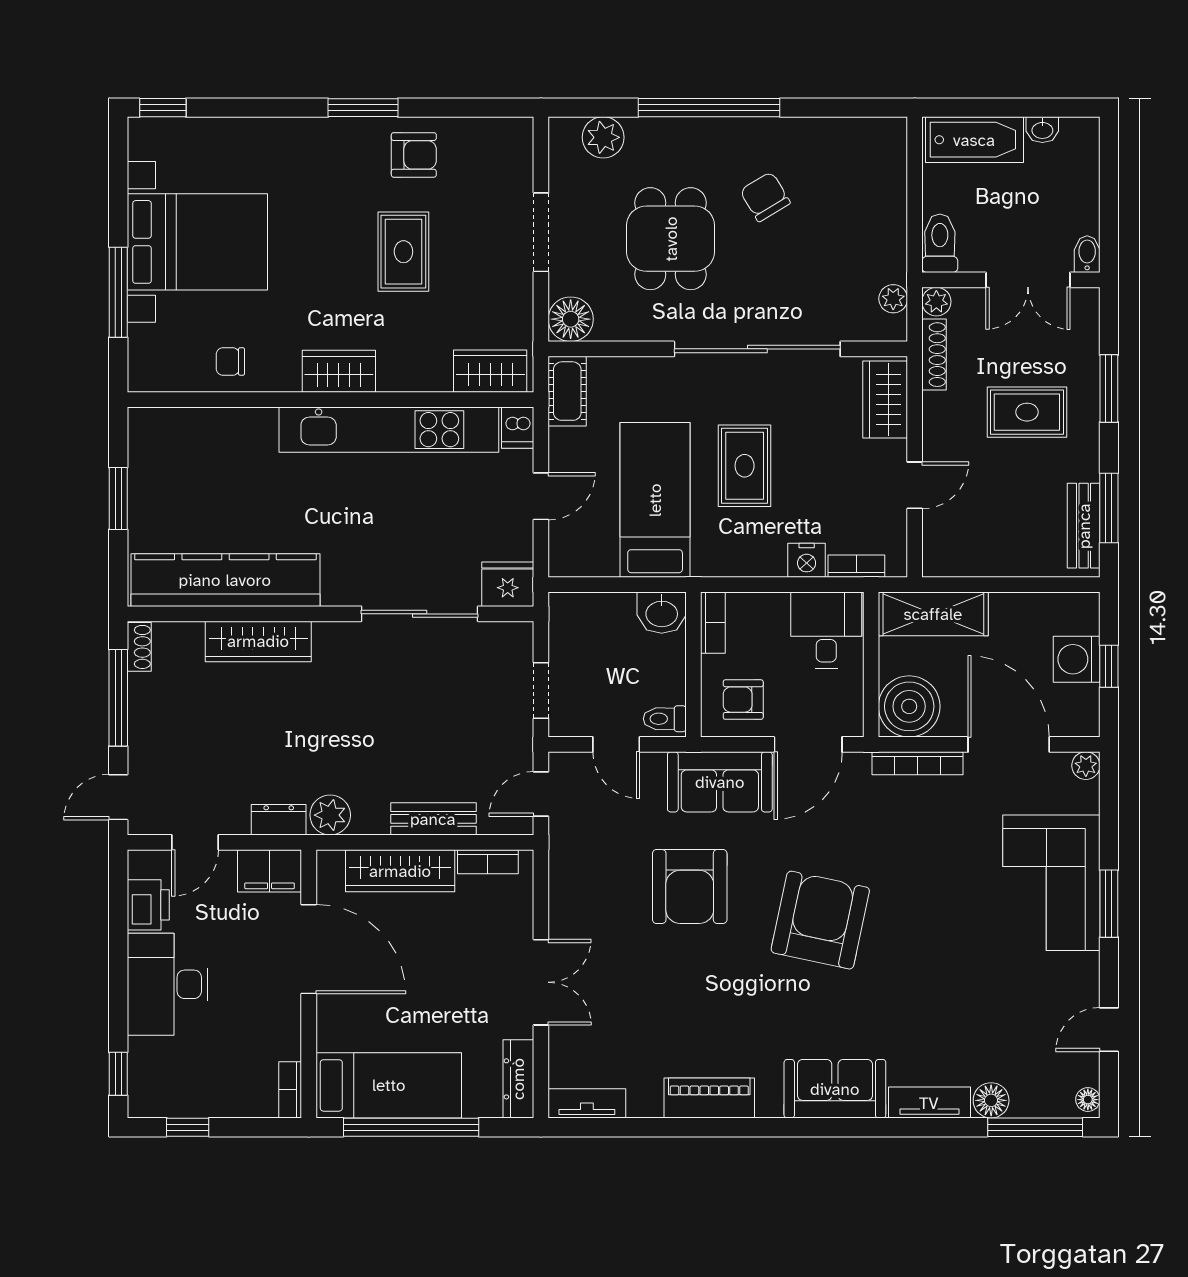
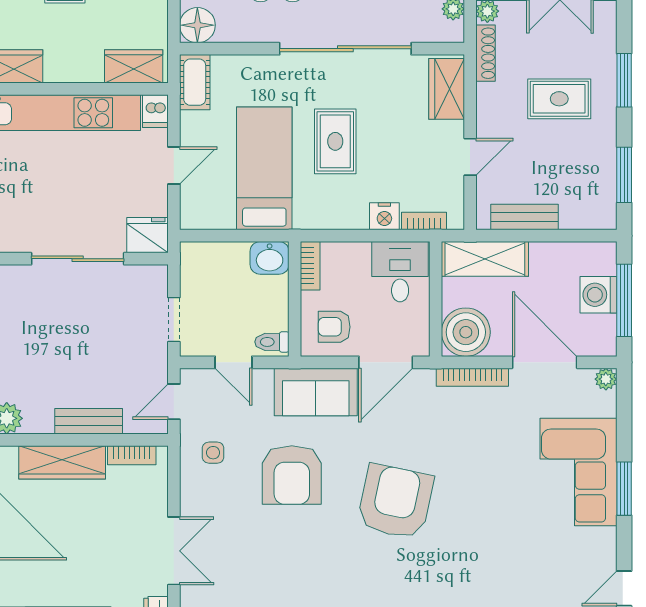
bench: (1084, 526) -> (524, 217), moved, turned 90
window: (1109, 666) -> (624, 300), width x2.17
side table: (590, 858) -> (213, 453), added

